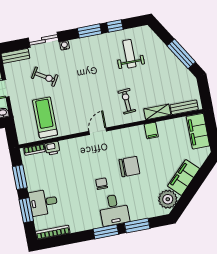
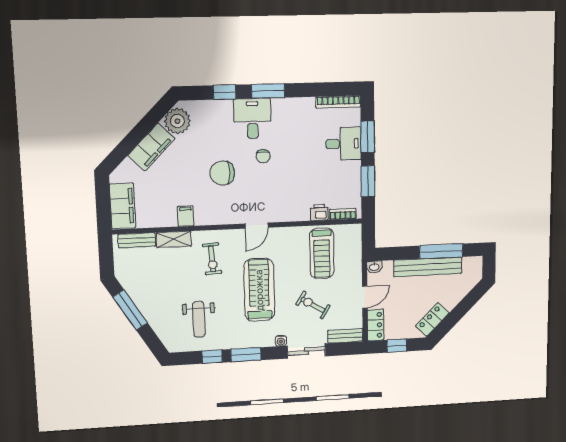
treadmill: (88, 83) -> (259, 290), added
window: (137, 226) -> (225, 92), width x0.67

